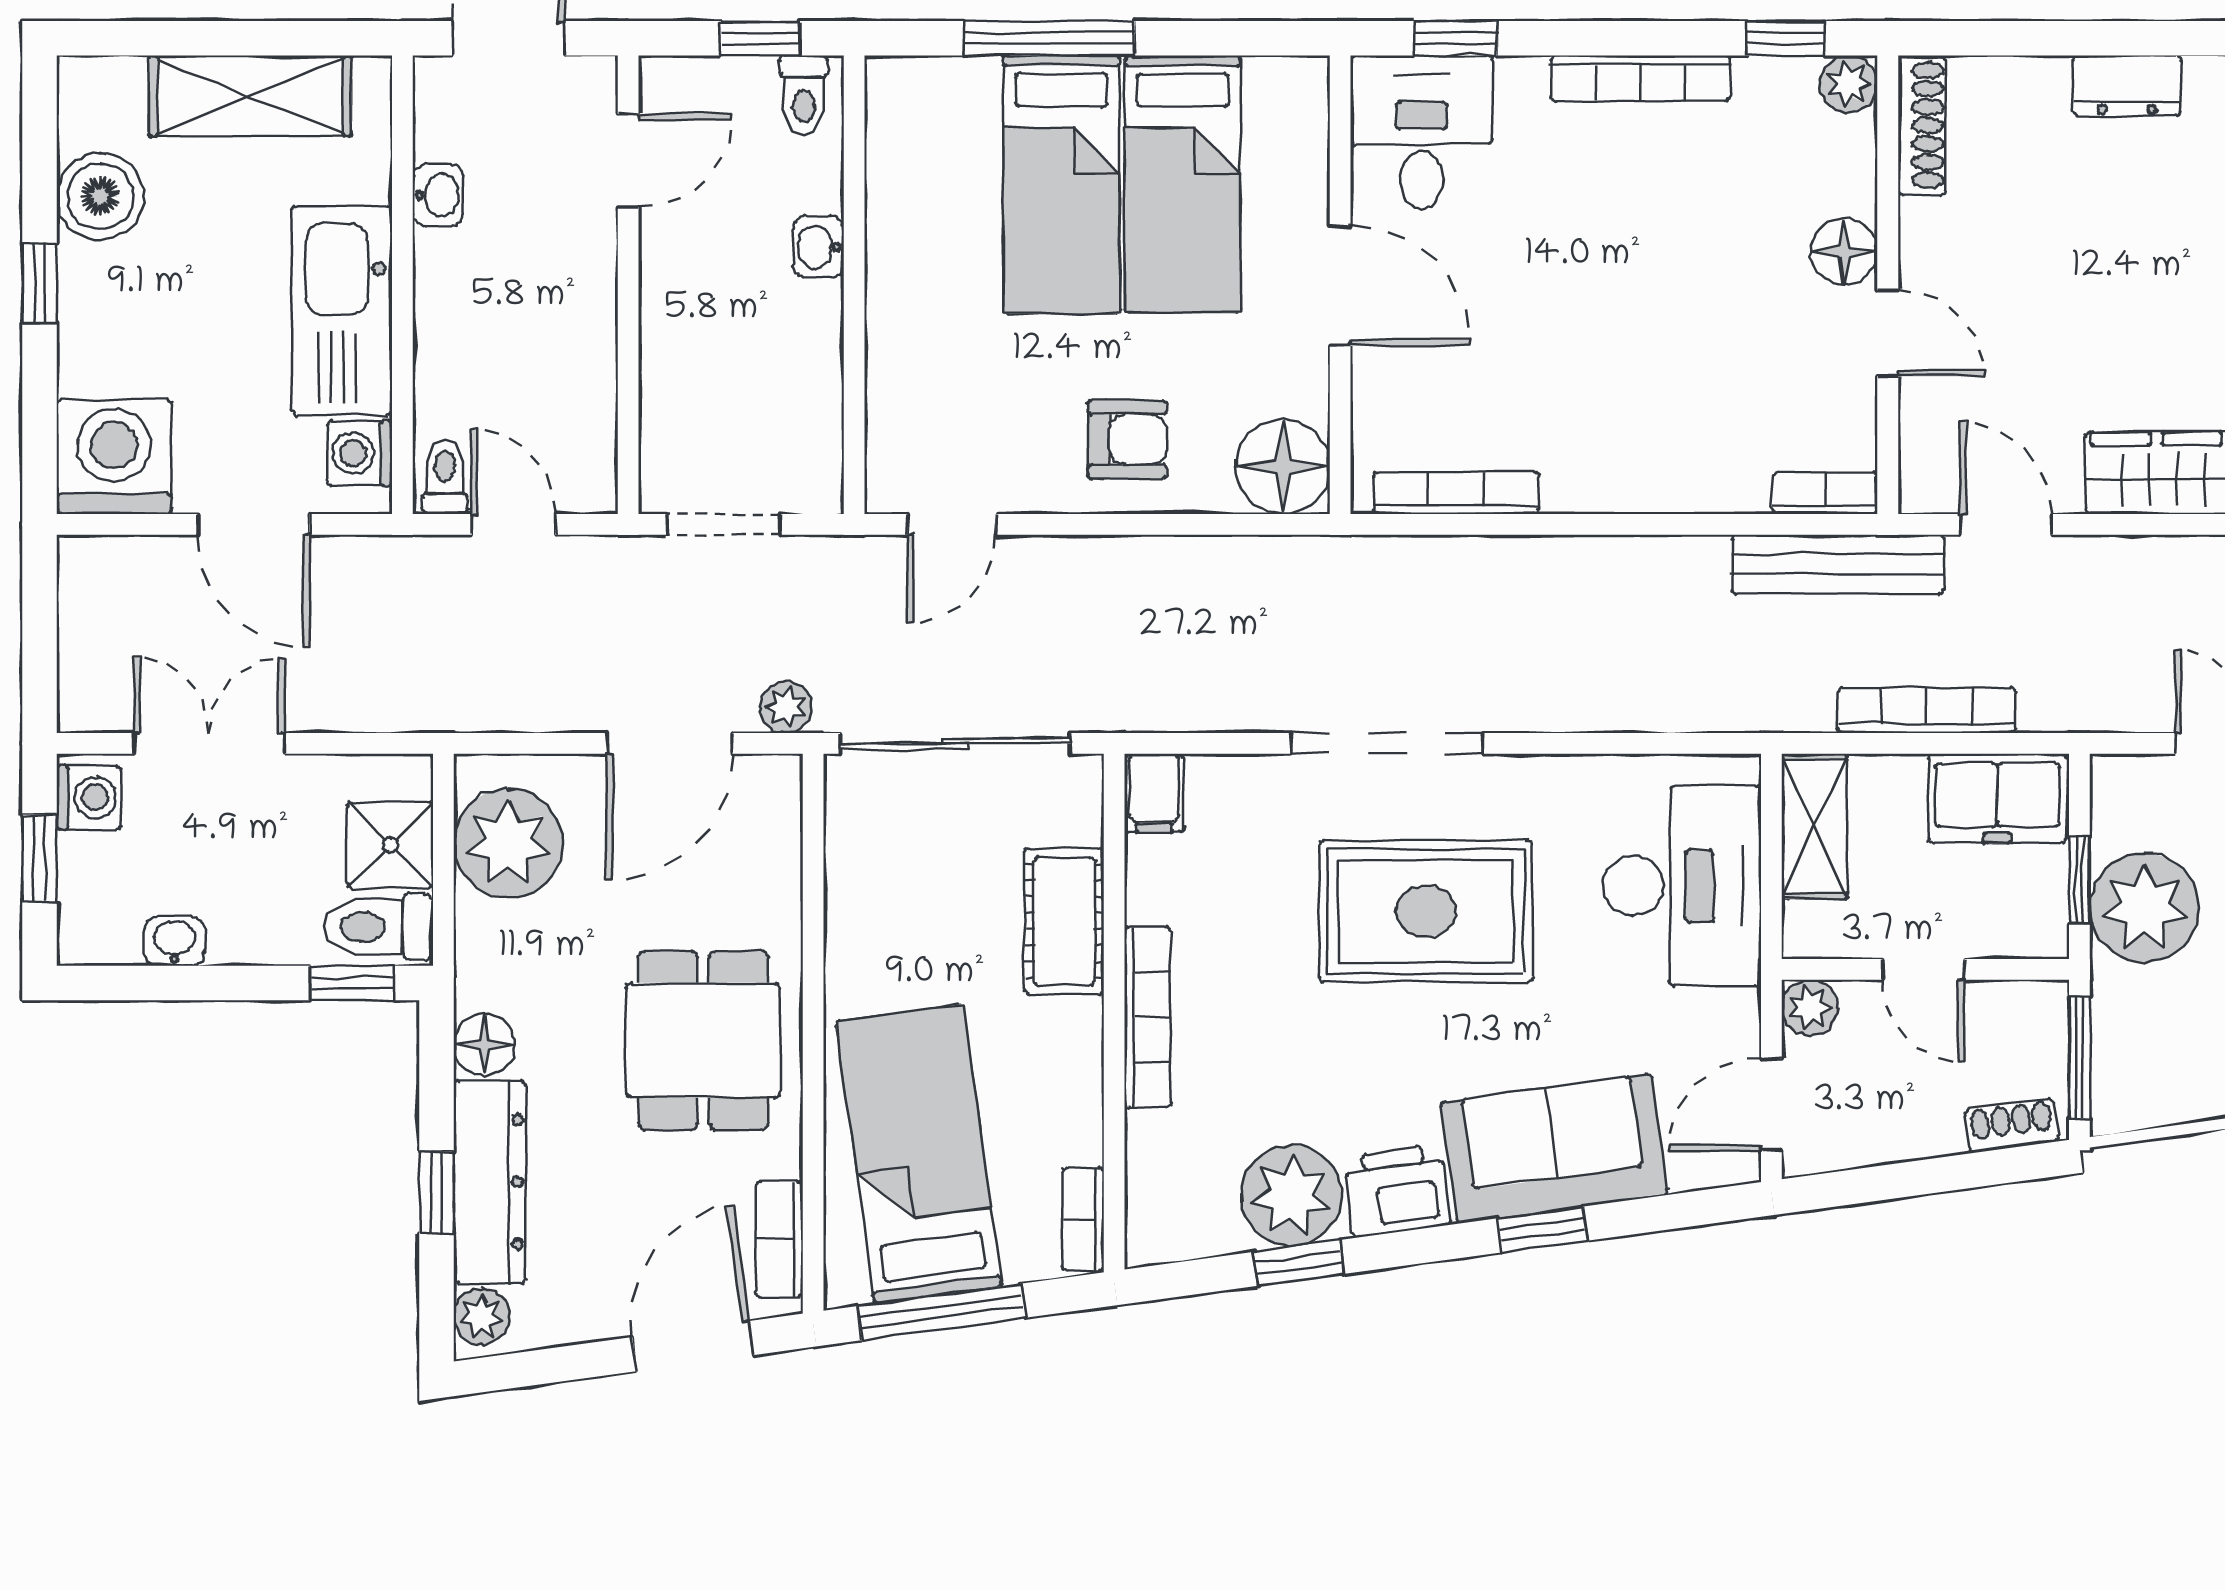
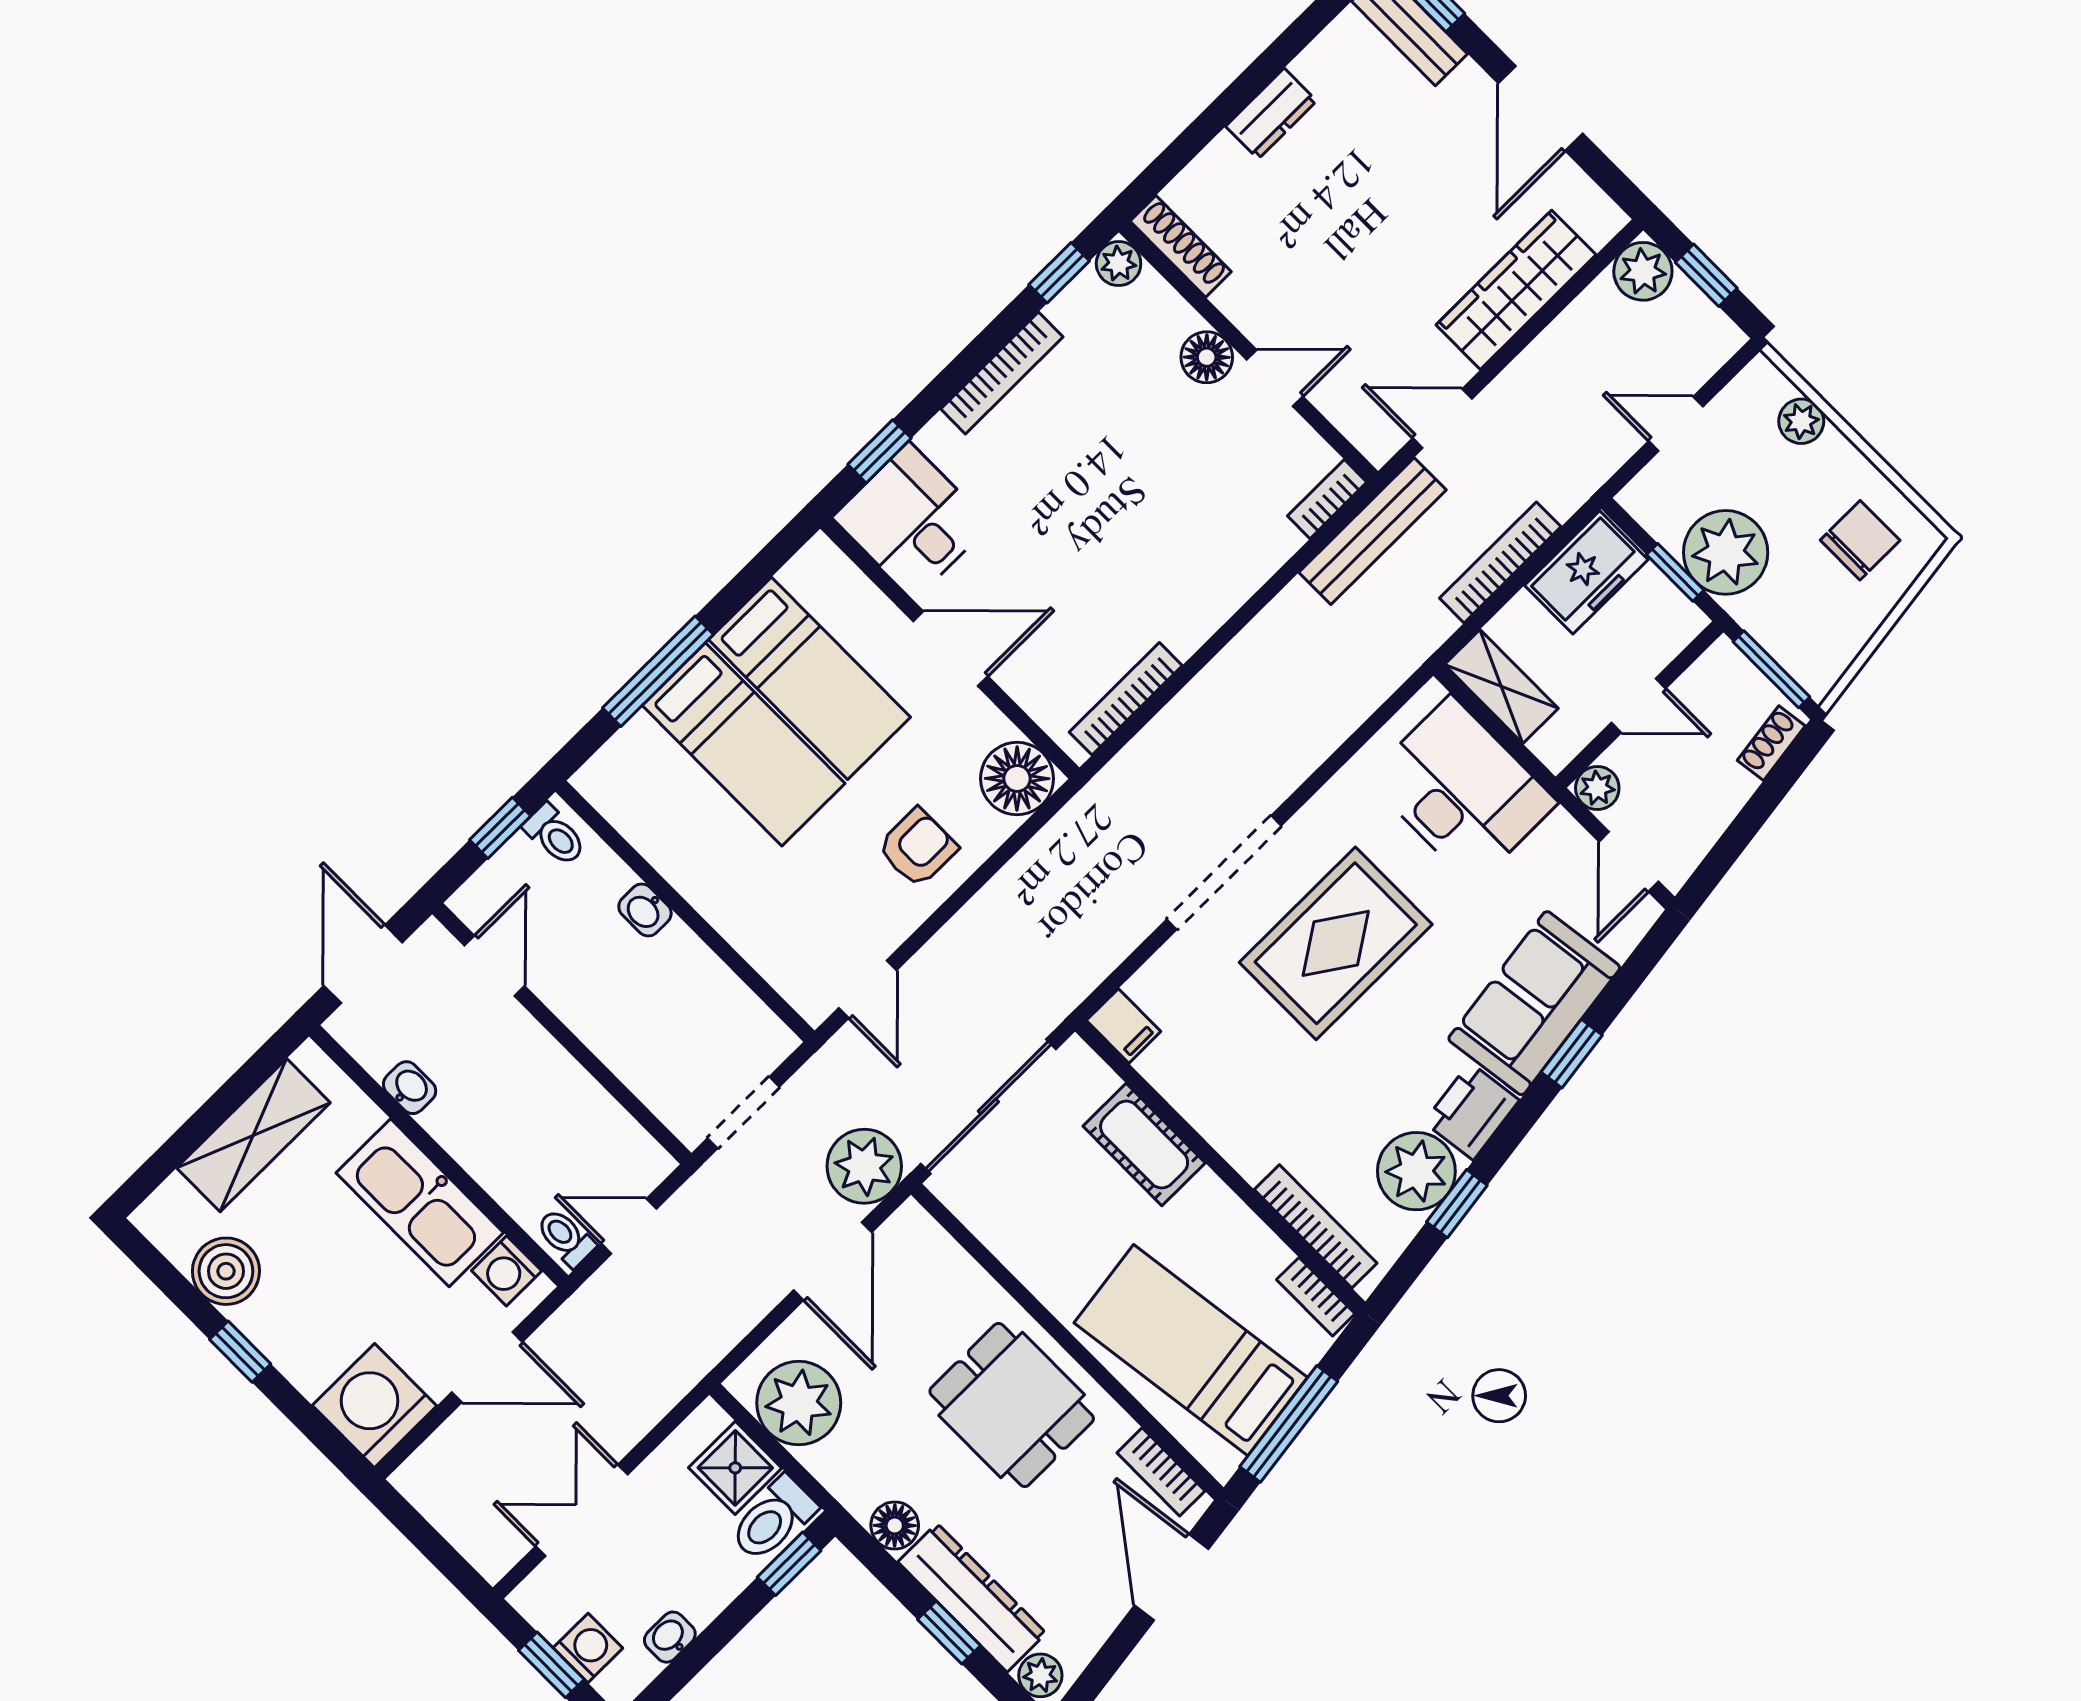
plant: (786, 707) -> (864, 1166), width x1.88, depth x1.88
washing machine: (89, 797) -> (588, 1648), moved
bookcase: (1148, 1017) -> (1316, 1226), moved

